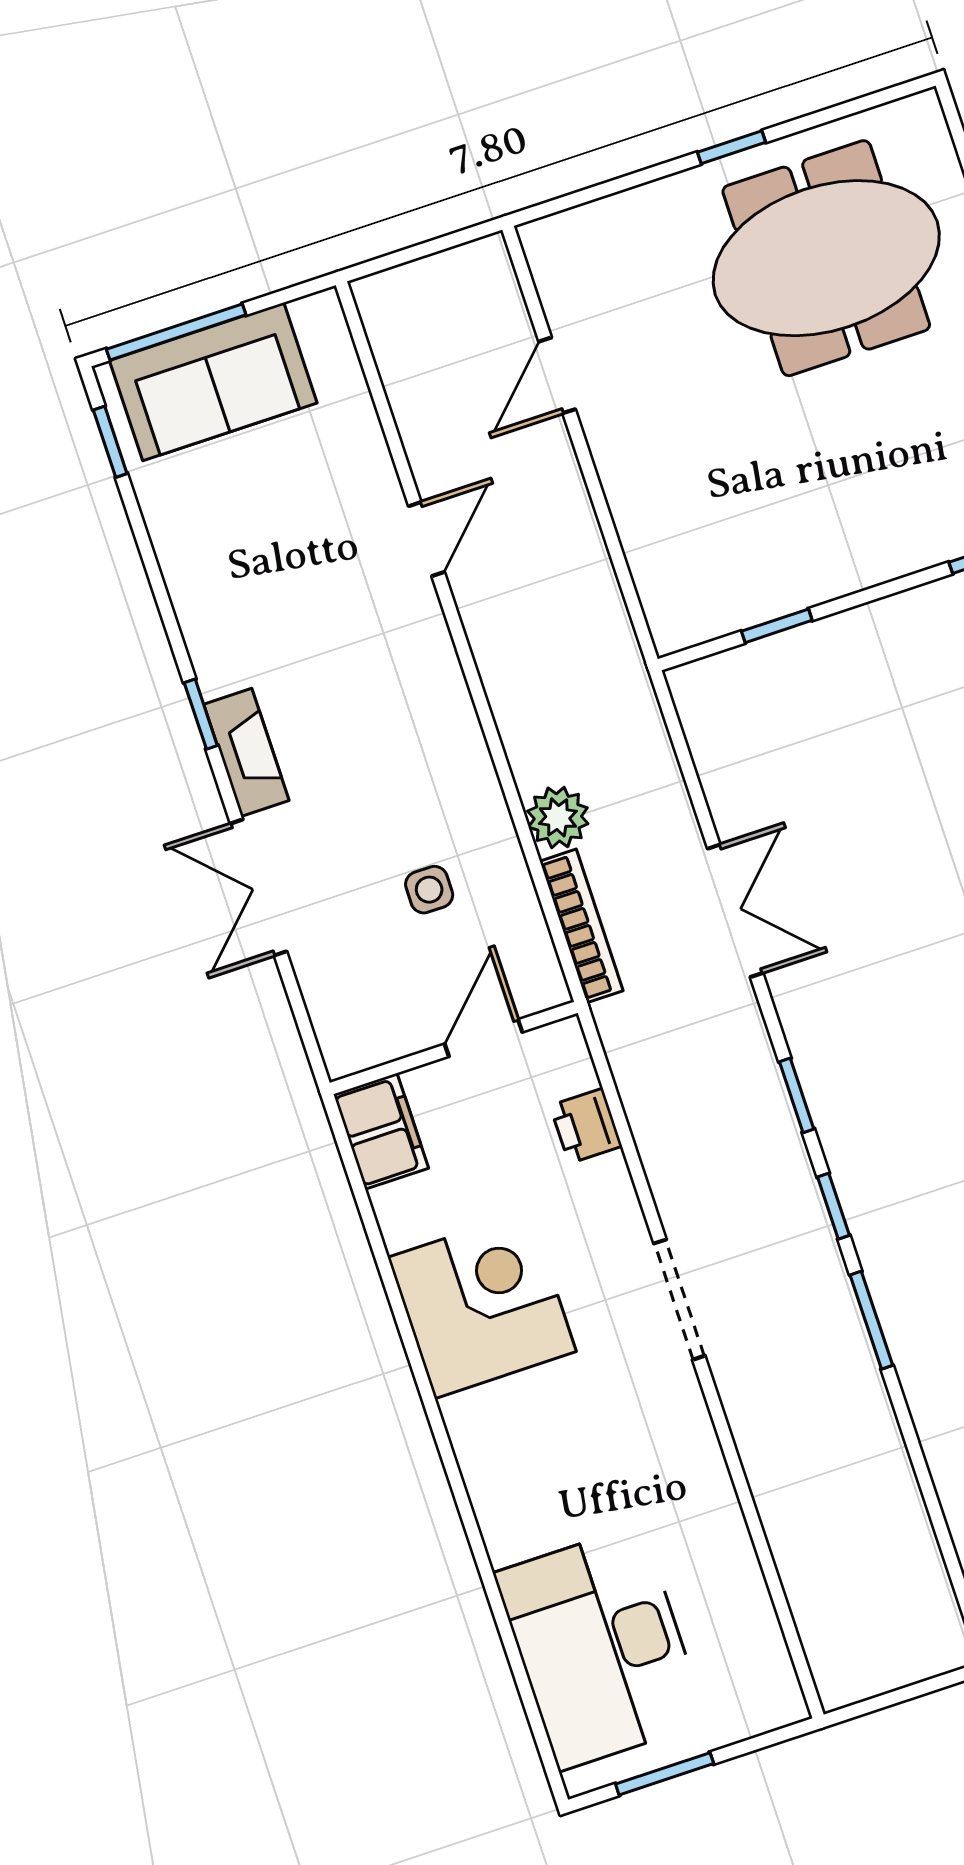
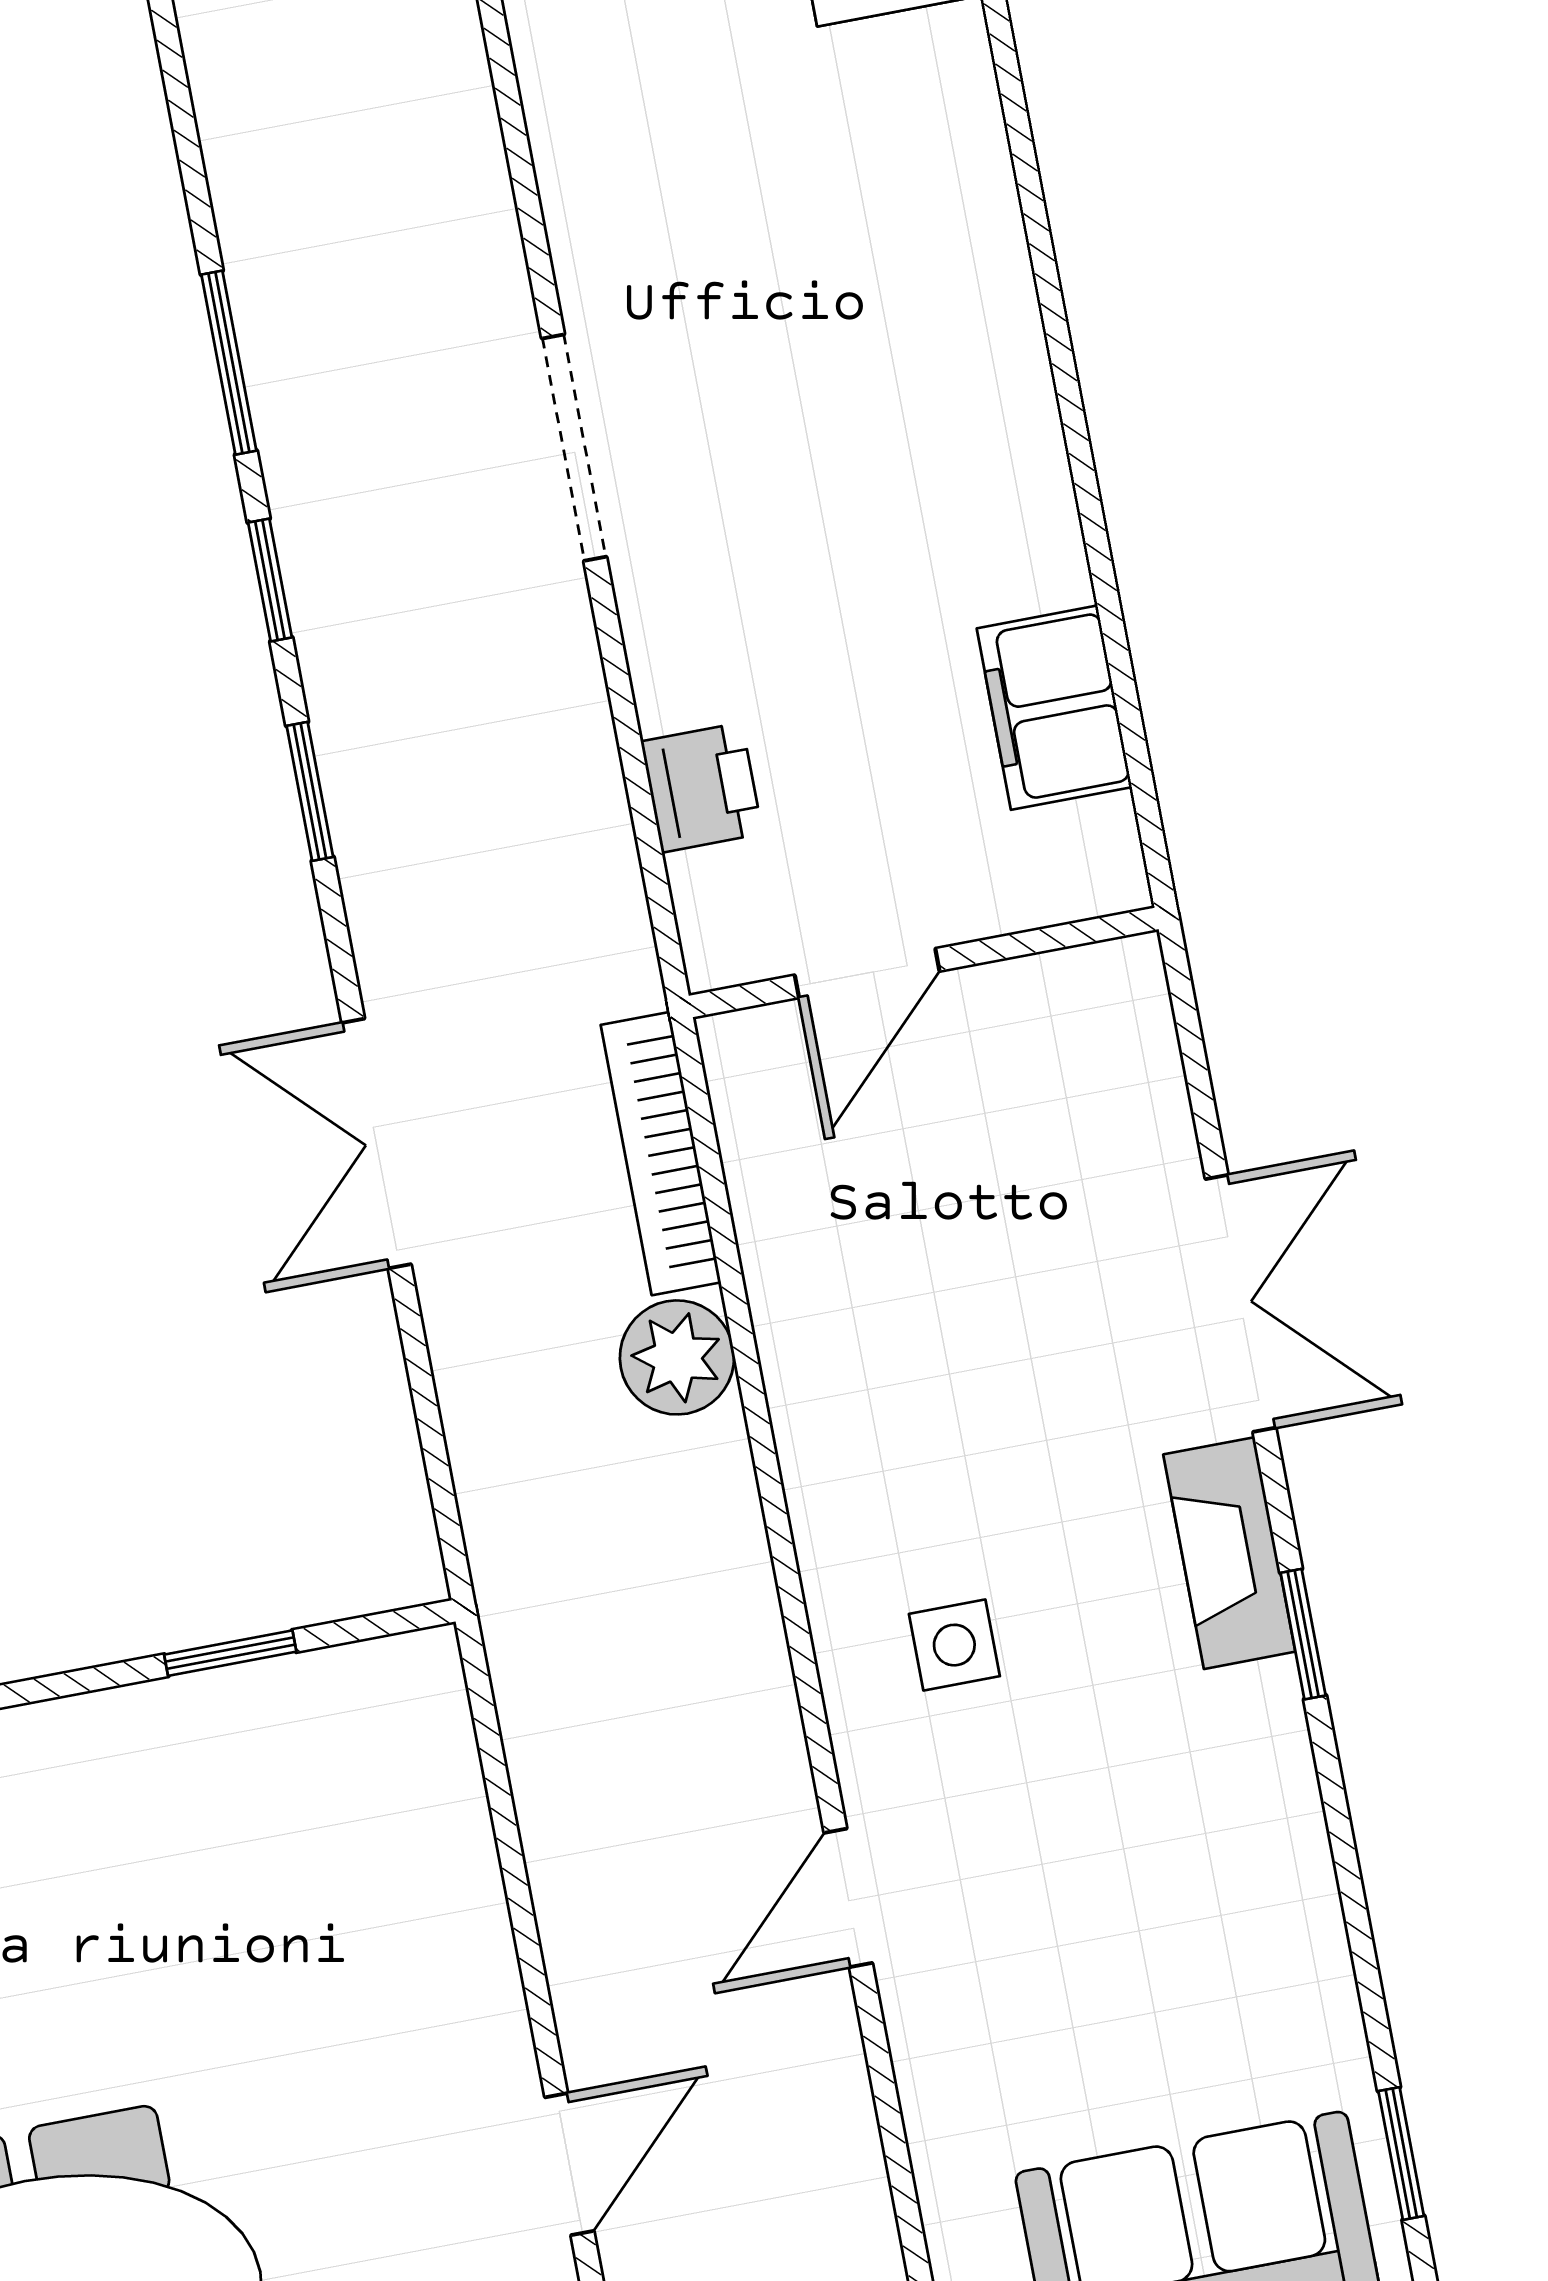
side table: (429, 890) -> (954, 1645), moved
filing cabinet: (381, 1131) -> (1054, 708), moved
corner desk: (482, 1304) -> (936, 487), removed

